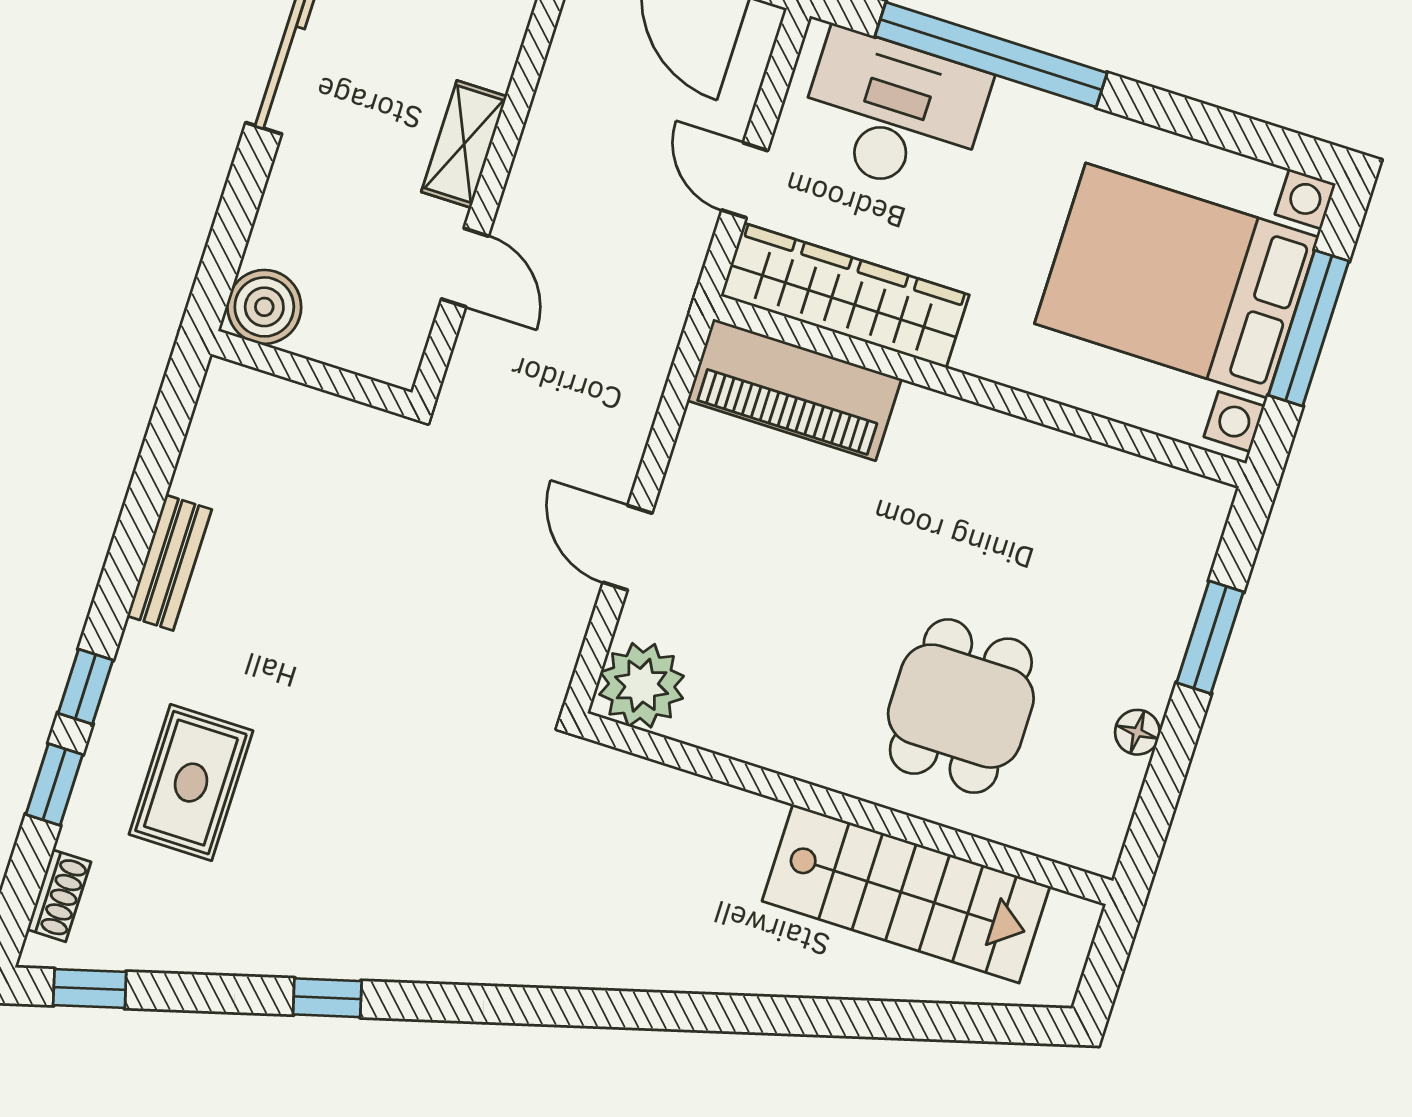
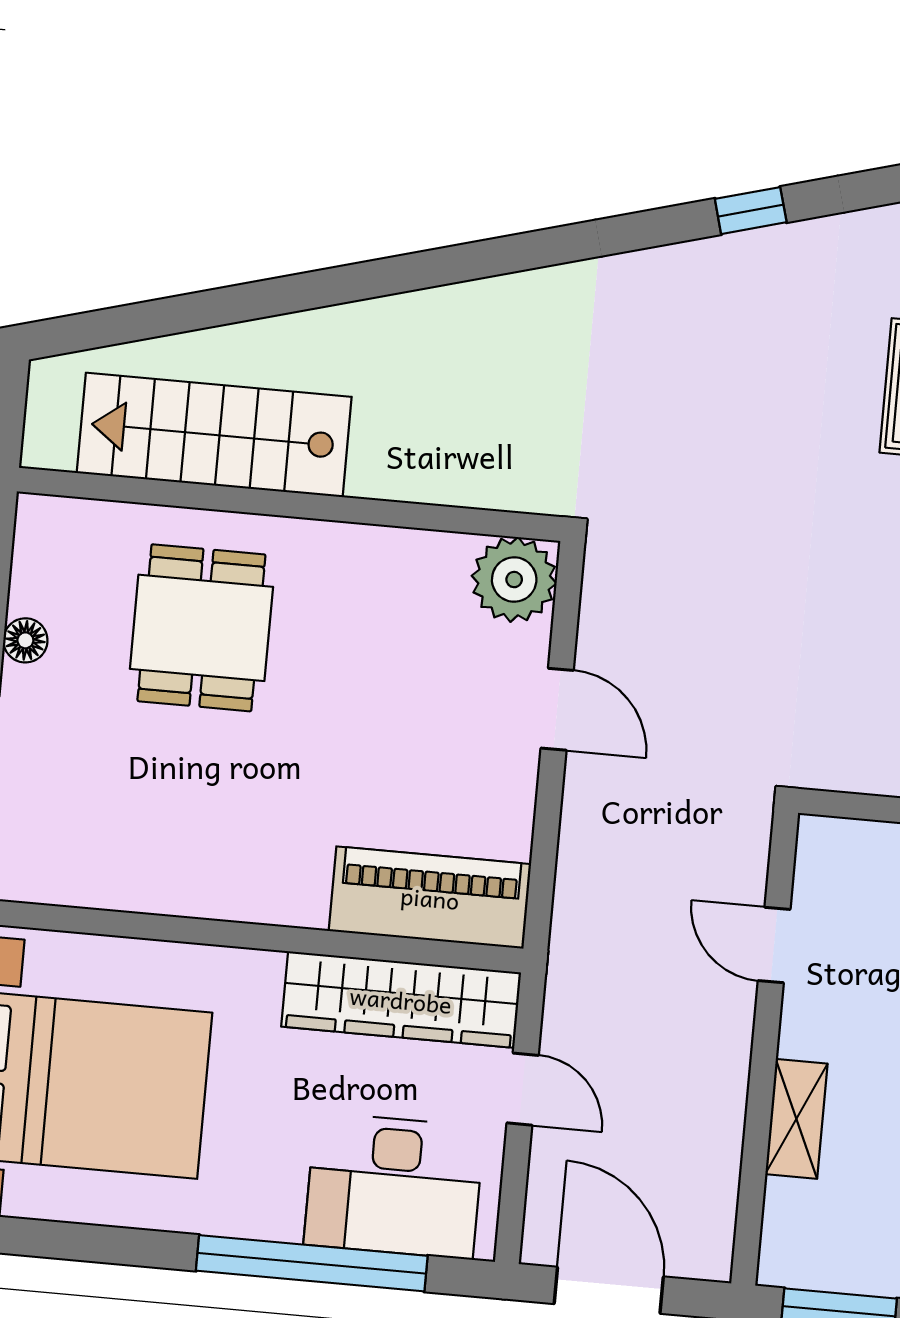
shelving: (464, 144) -> (796, 1119), moved

